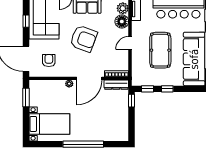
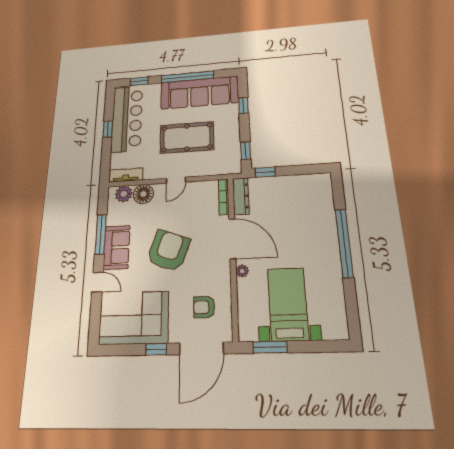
window: (26, 21) -> (156, 349), moved
door: (130, 43) -> (176, 180), hinge flipped
window: (167, 89) -> (243, 105), moved
bed with nightstands: (49, 124) -> (288, 304), moved

